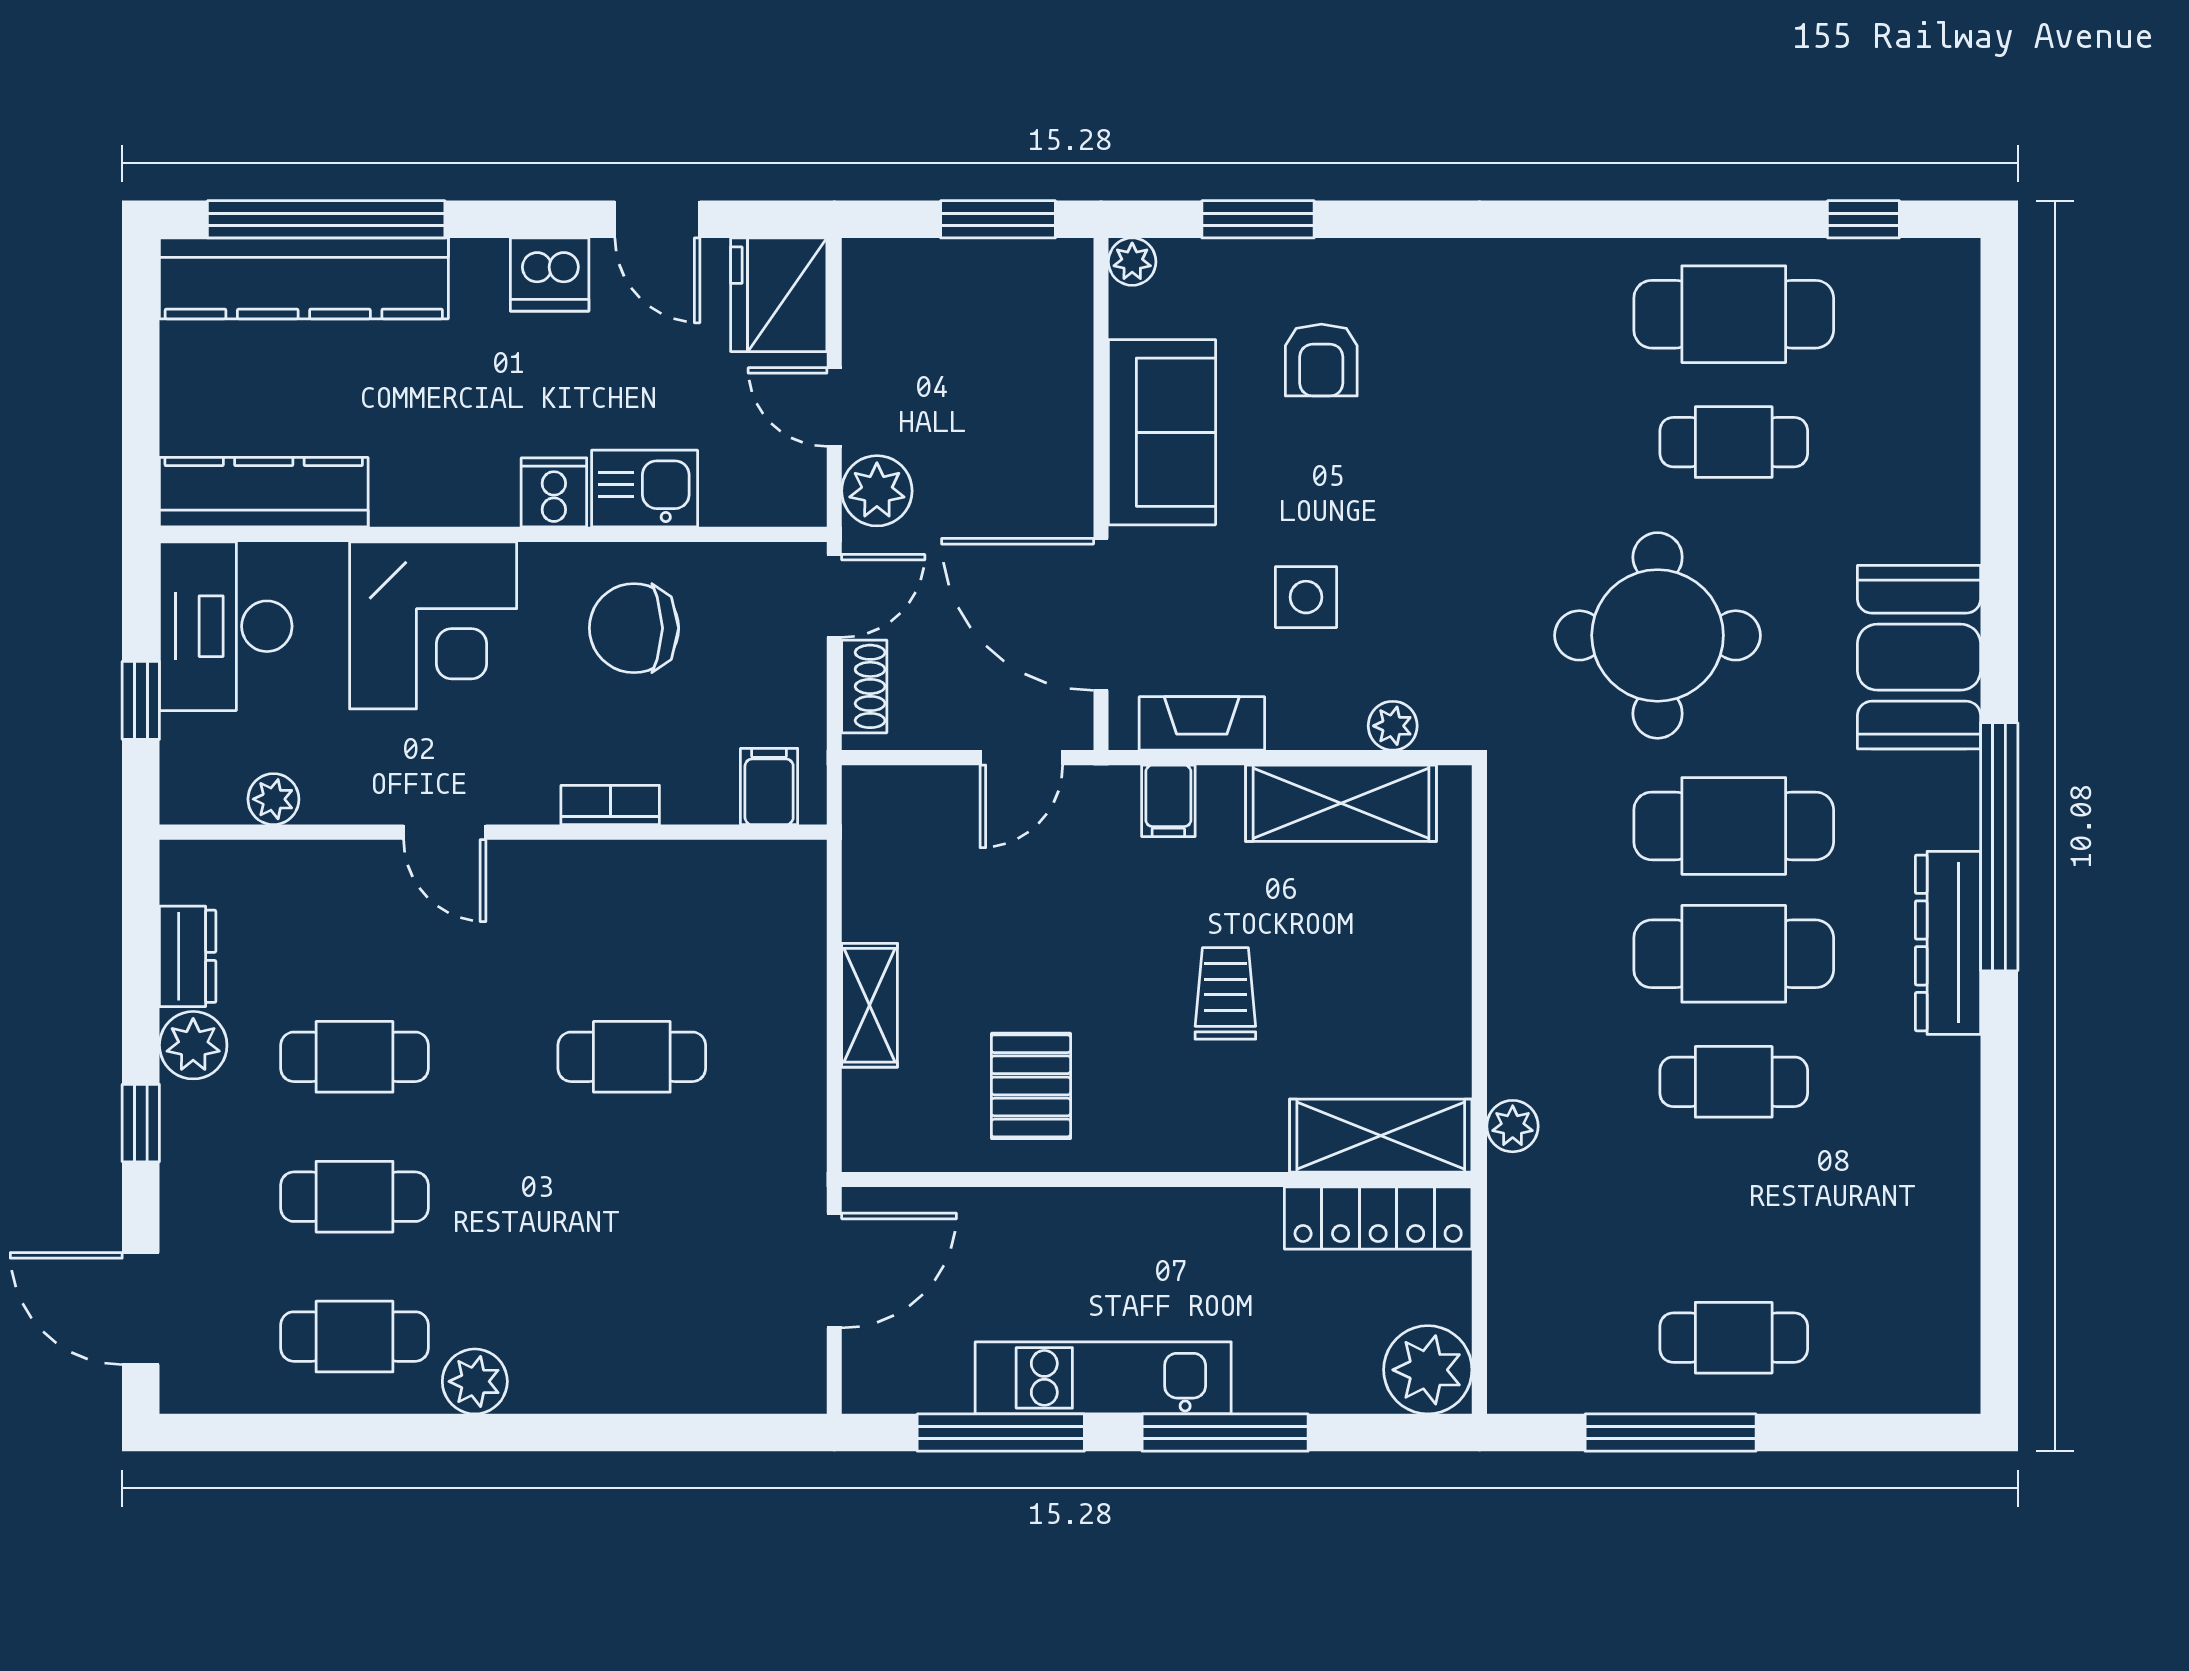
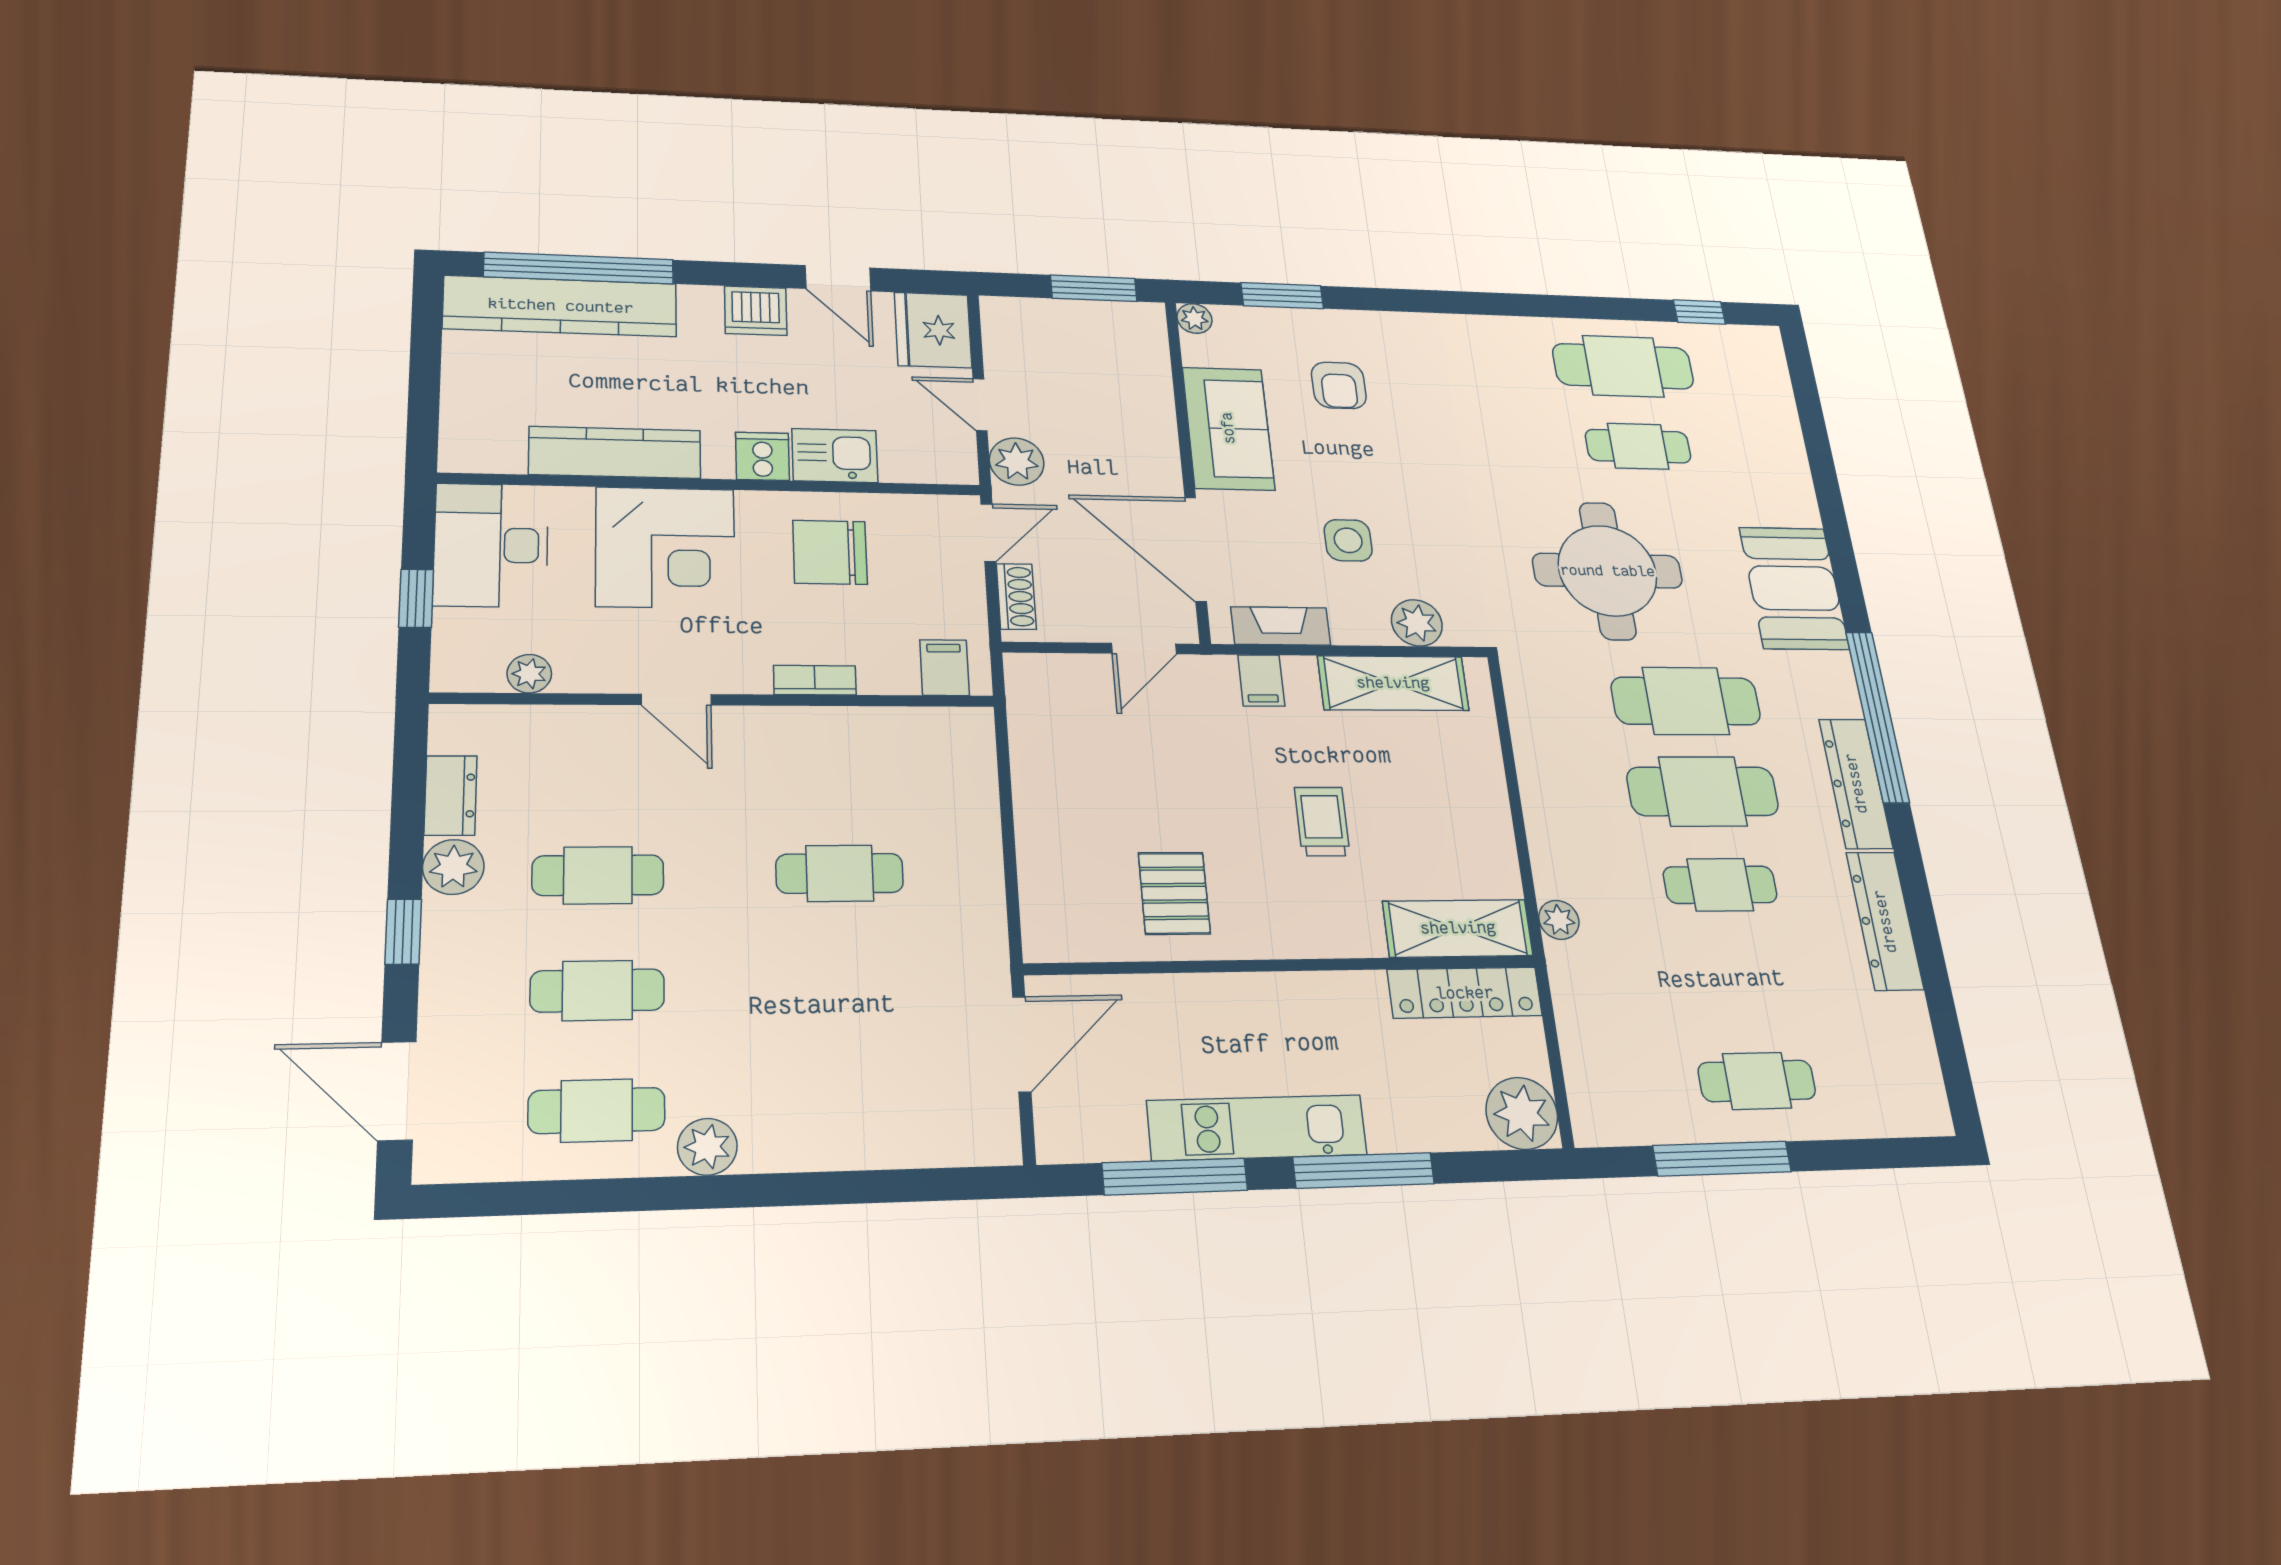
kitchen counter: (264, 492) -> (615, 452), moved
plant: (1393, 726) -> (1417, 623), width x1.38, depth x1.38
shelving: (870, 1005) -> (1037, 832), removed
dresser: (1947, 1133) -> (1885, 921), added

